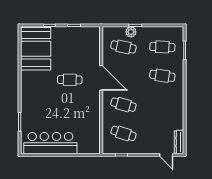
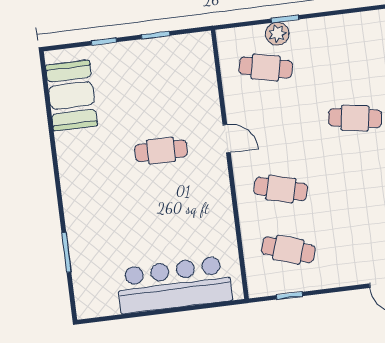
cafe table: (162, 47) -> (347, 57), removed
booth: (36, 49) -> (72, 96), width x0.73, depth x0.70
door: (101, 78) -> (227, 139), width x0.53
bar counter: (50, 143) -> (174, 285), moved

